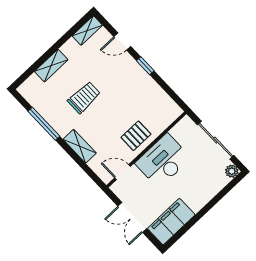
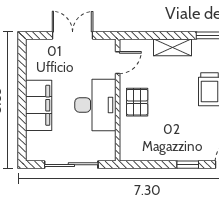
plant: (232, 171) -> (33, 154), removed
filing cabinet: (171, 222) -> (39, 105), moved

